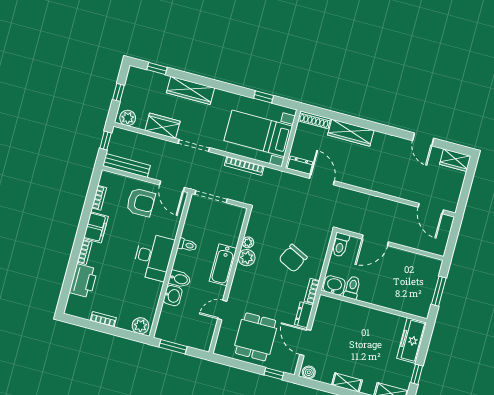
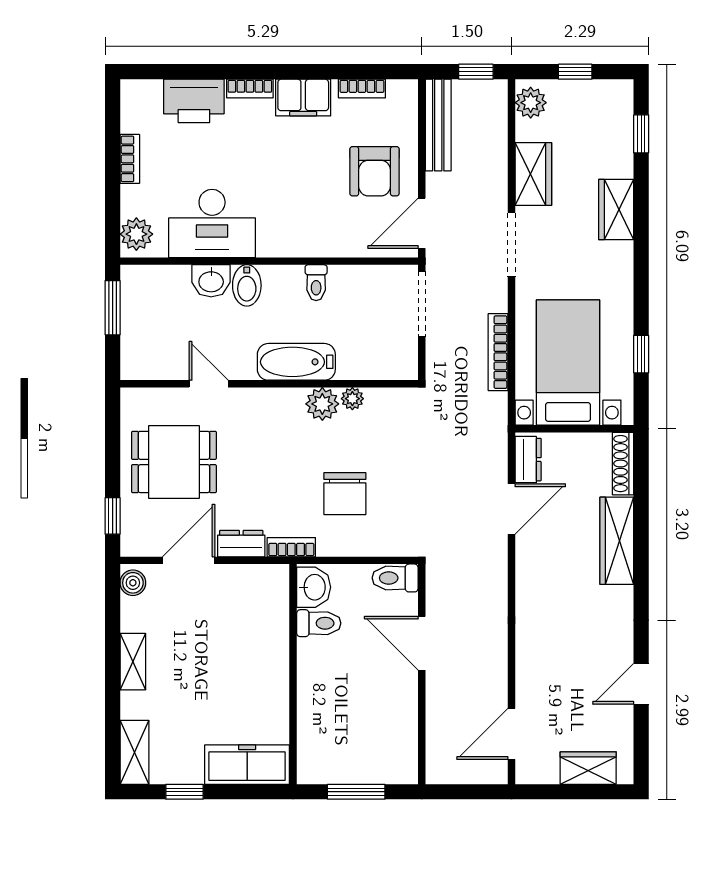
wardrobe: (190, 90) -> (616, 210), width x0.67
wardrobe: (455, 160) -> (588, 768), moved, turned 90
desk: (153, 257) -> (212, 223), moved
chair: (293, 258) -> (345, 494), turned -116

